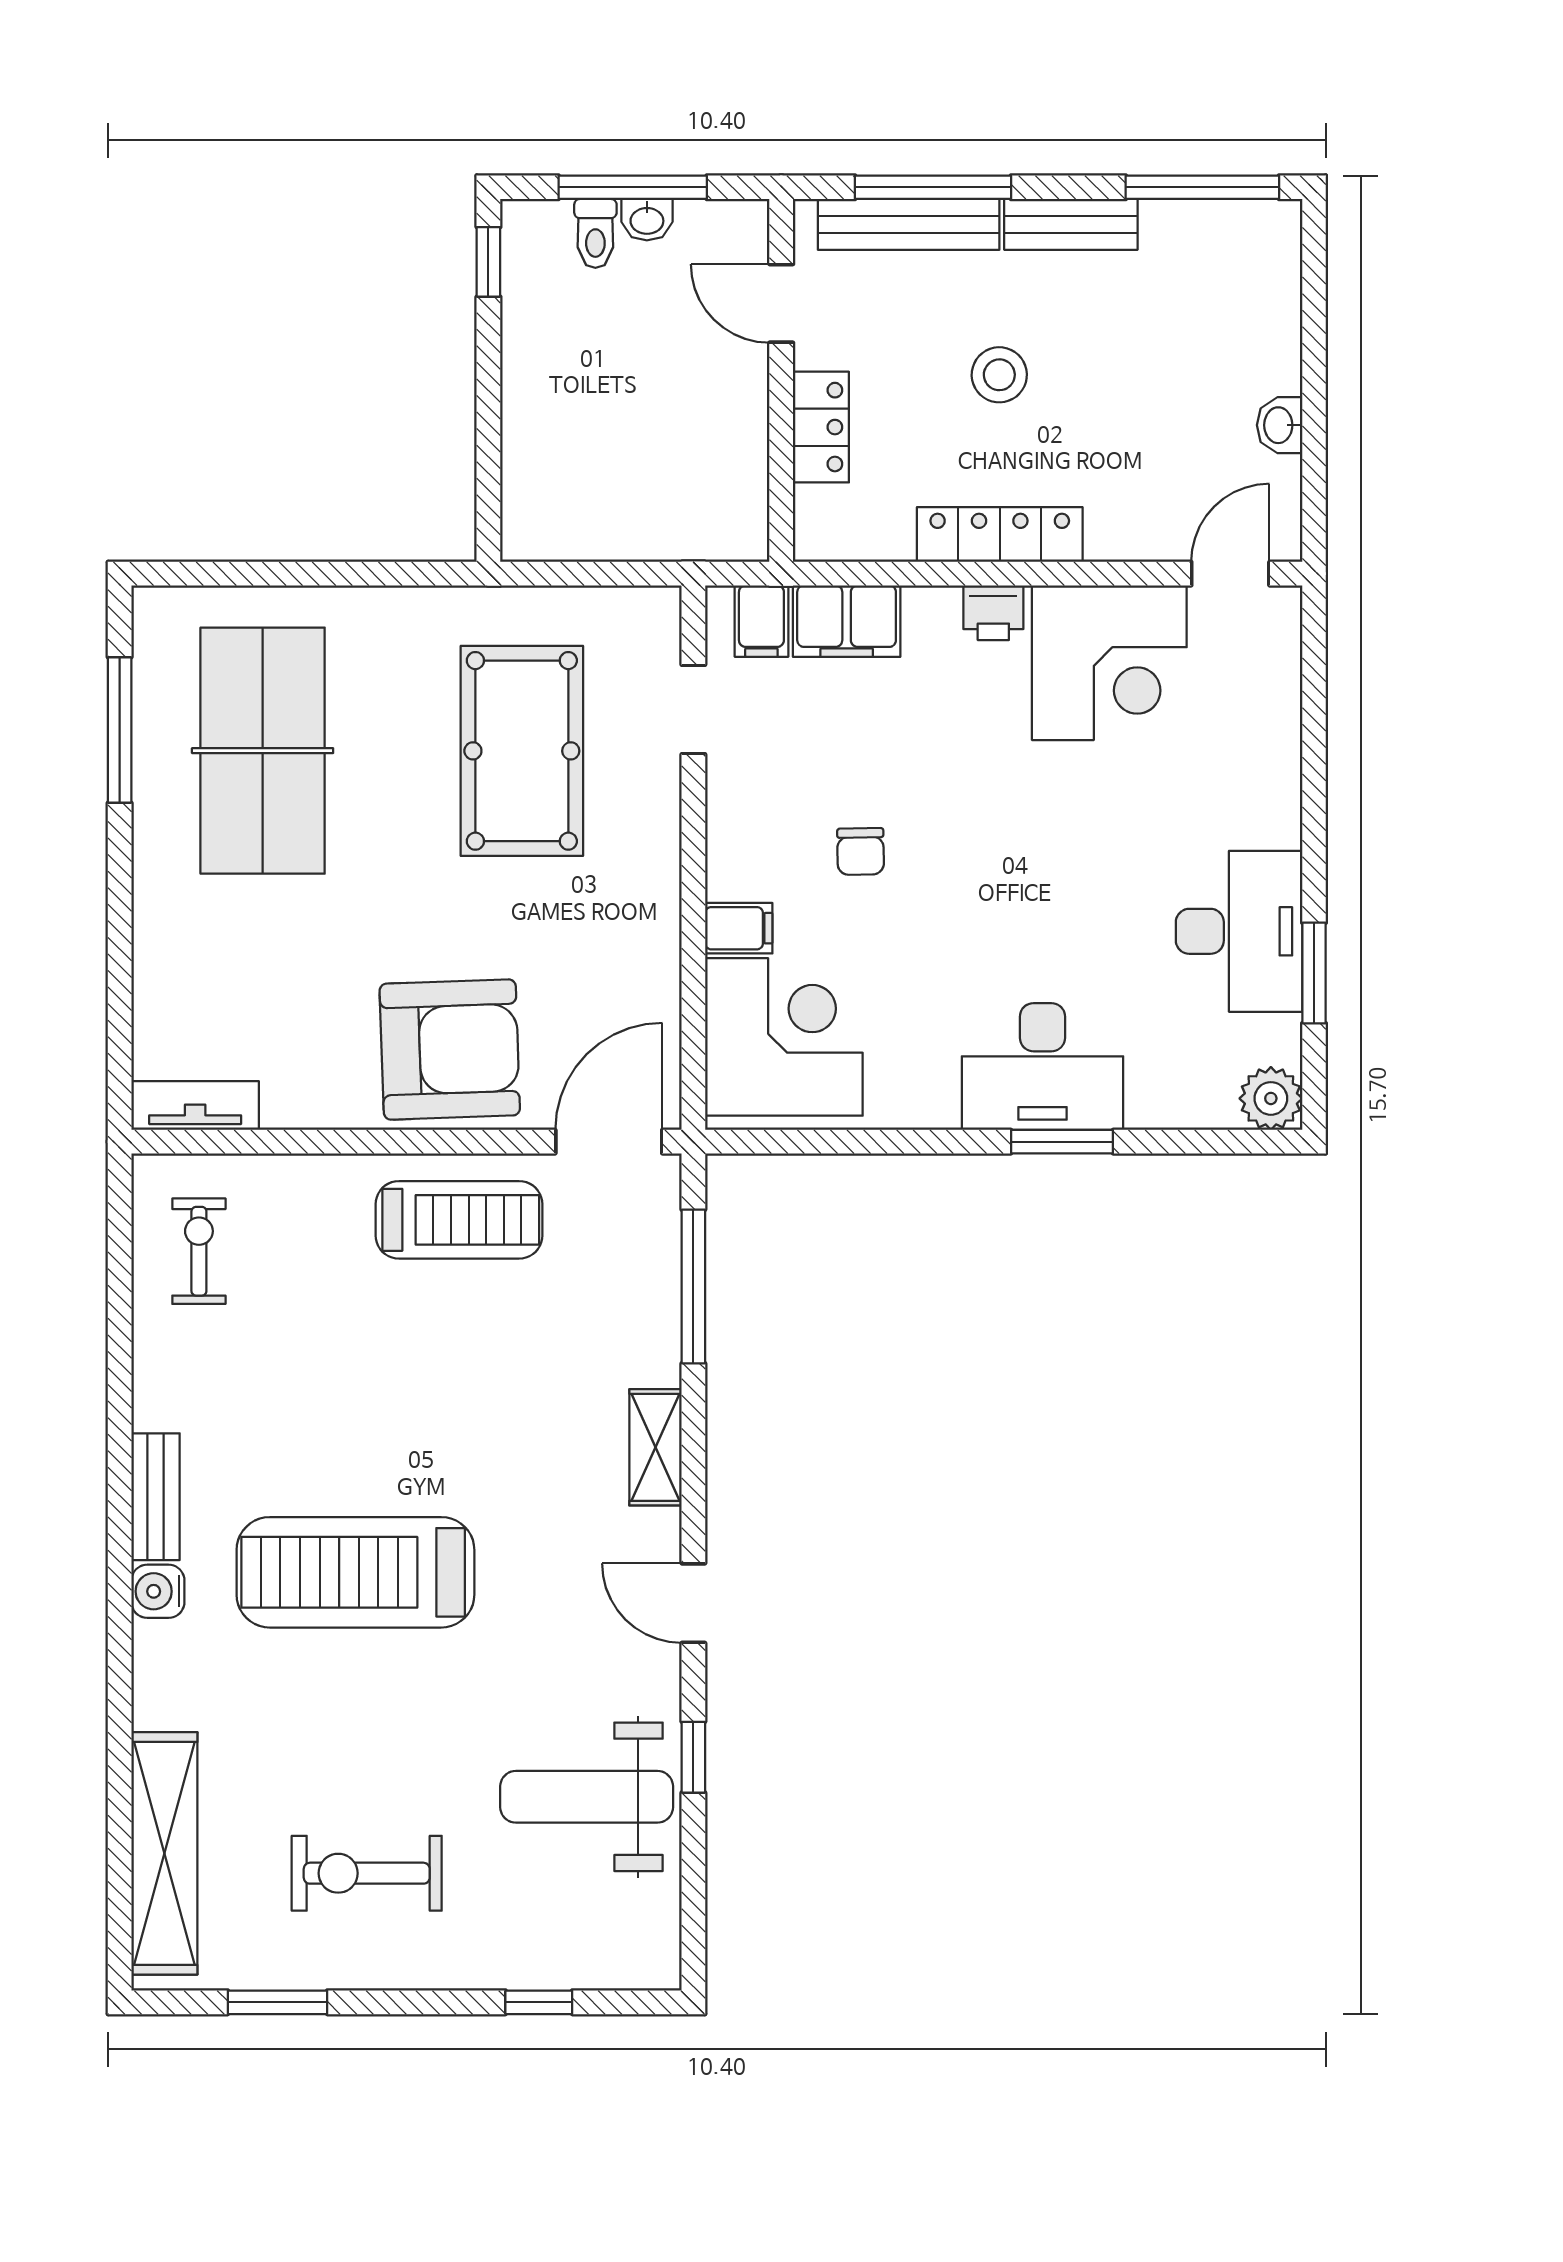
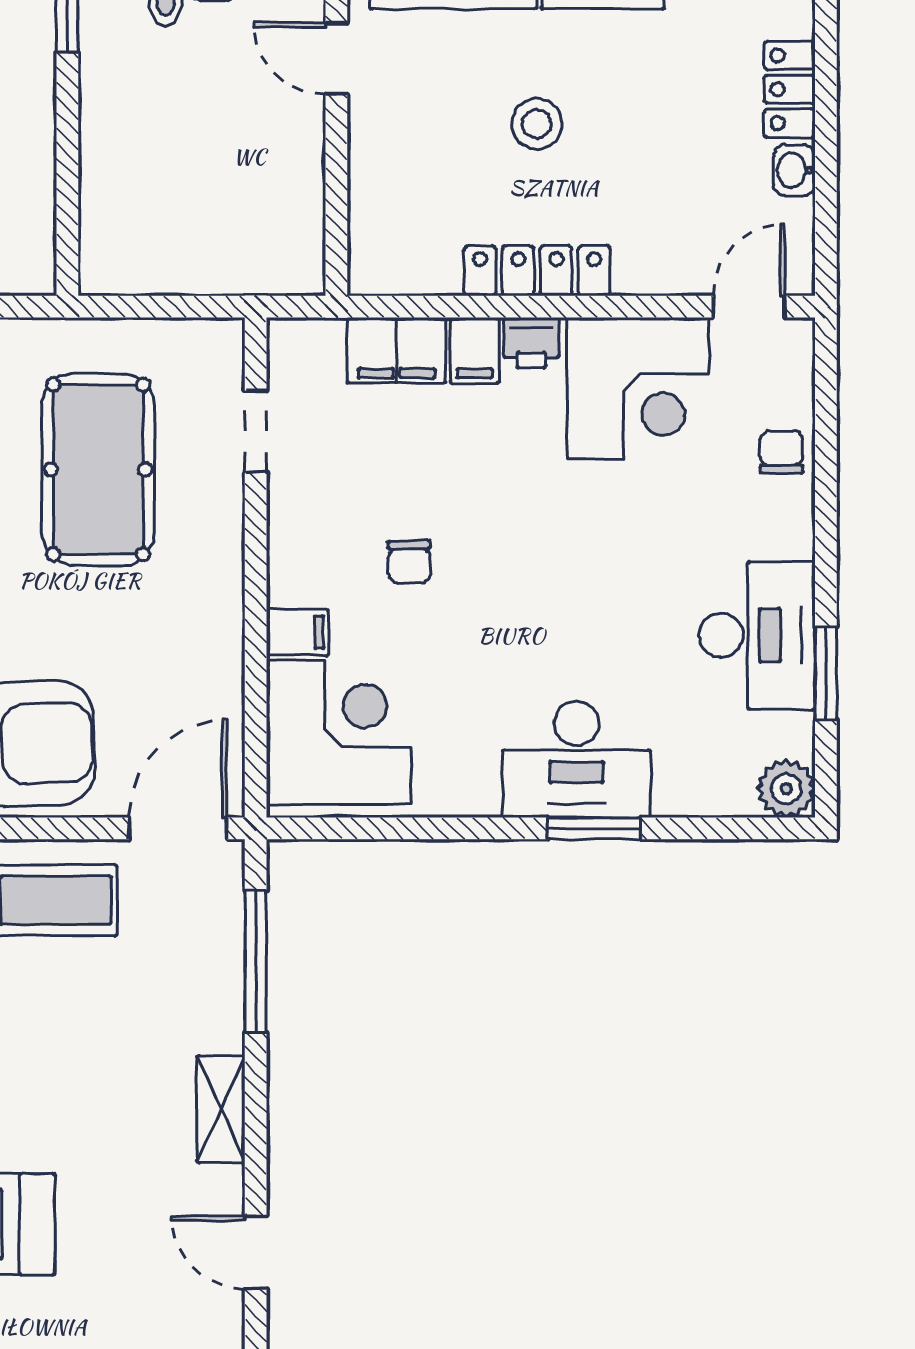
locker: (821, 427) -> (789, 89), moved, turned 180
filing cabinet: (761, 621) -> (475, 350), moved
chair: (1266, 732) -> (782, 452), added

